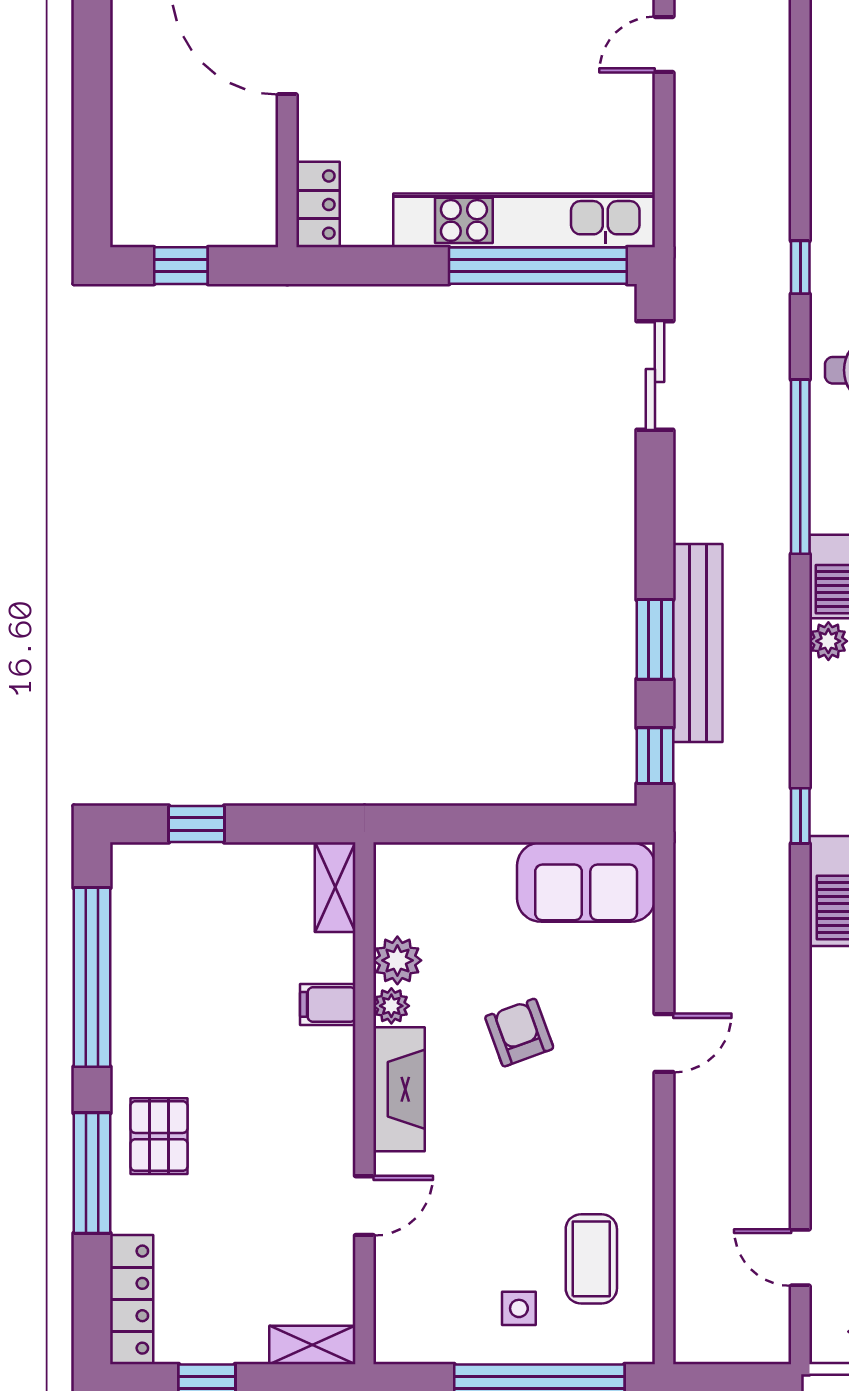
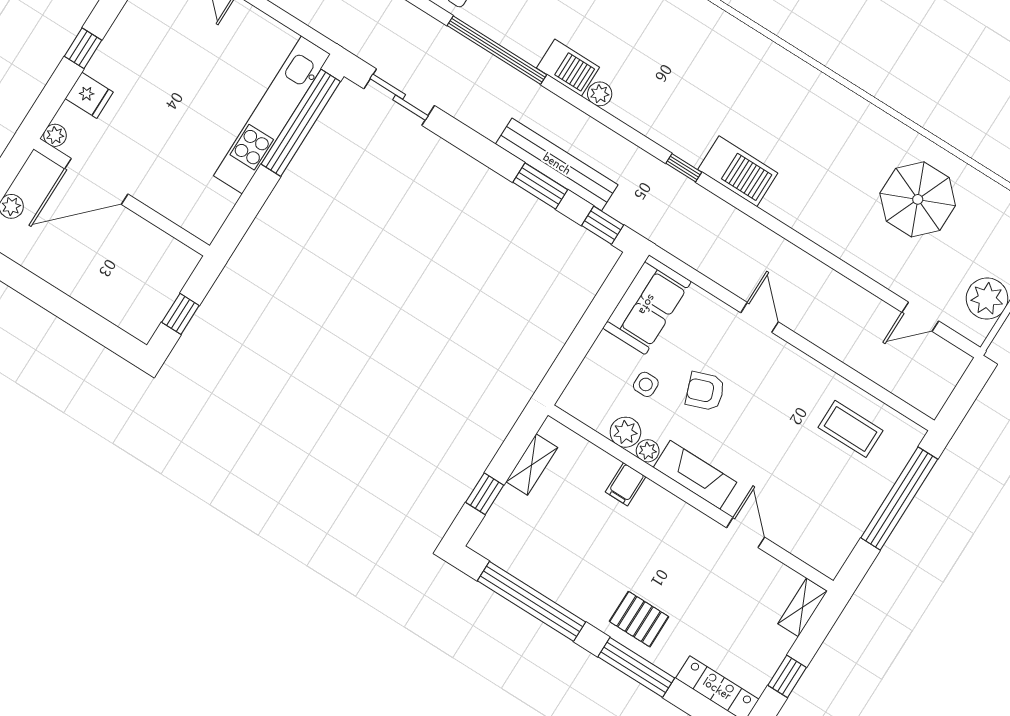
locker: (318, 205) -> (194, 220), removed
shelving: (335, 887) -> (532, 465), moved, turned 90
side table: (519, 1308) -> (646, 384), moved

